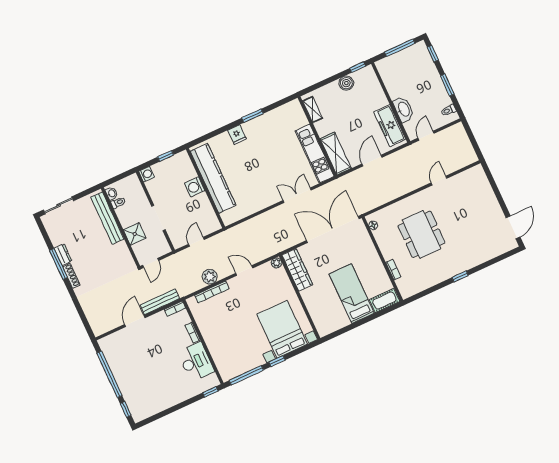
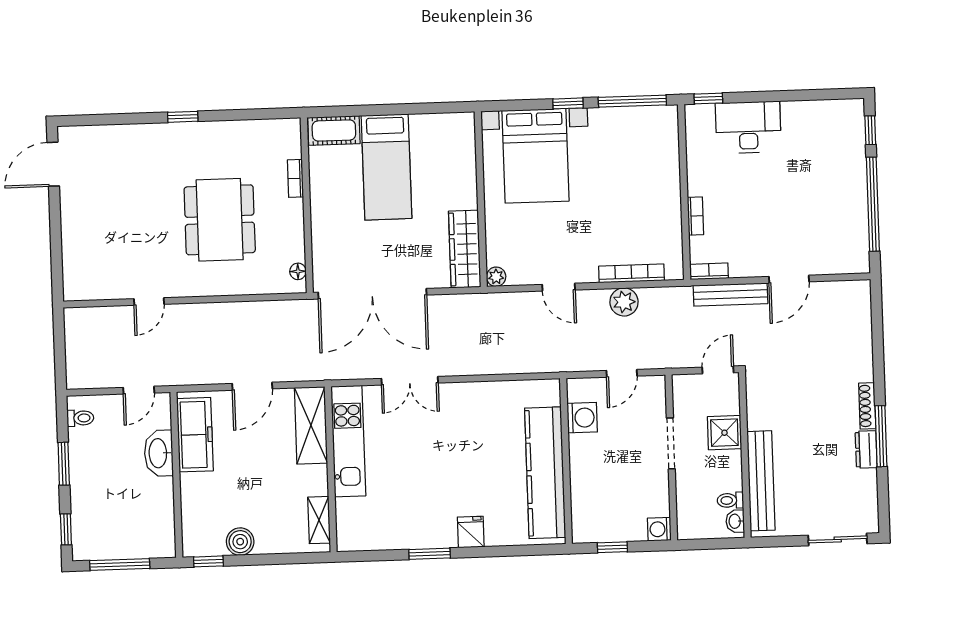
washing machine: (195, 187) -> (582, 418), moved
desk: (196, 362) -> (748, 127), moved, turned 90

